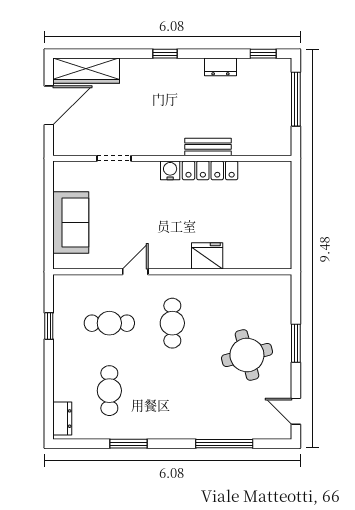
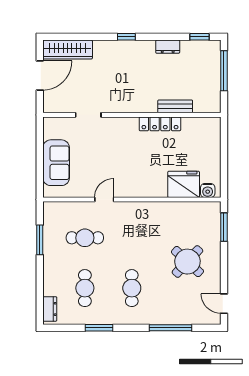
bench: (208, 147) -> (175, 106), moved
water cooler: (170, 170) -> (208, 191), moved, turned 180
fridge: (207, 256) -> (184, 184), moved, width x1.36, depth x1.34
cafe table: (172, 323) -> (132, 288), moved
window: (49, 326) -> (40, 240), width x1.50
window: (296, 343) -> (224, 227), moved
round table: (247, 355) -> (187, 262), turned -32

